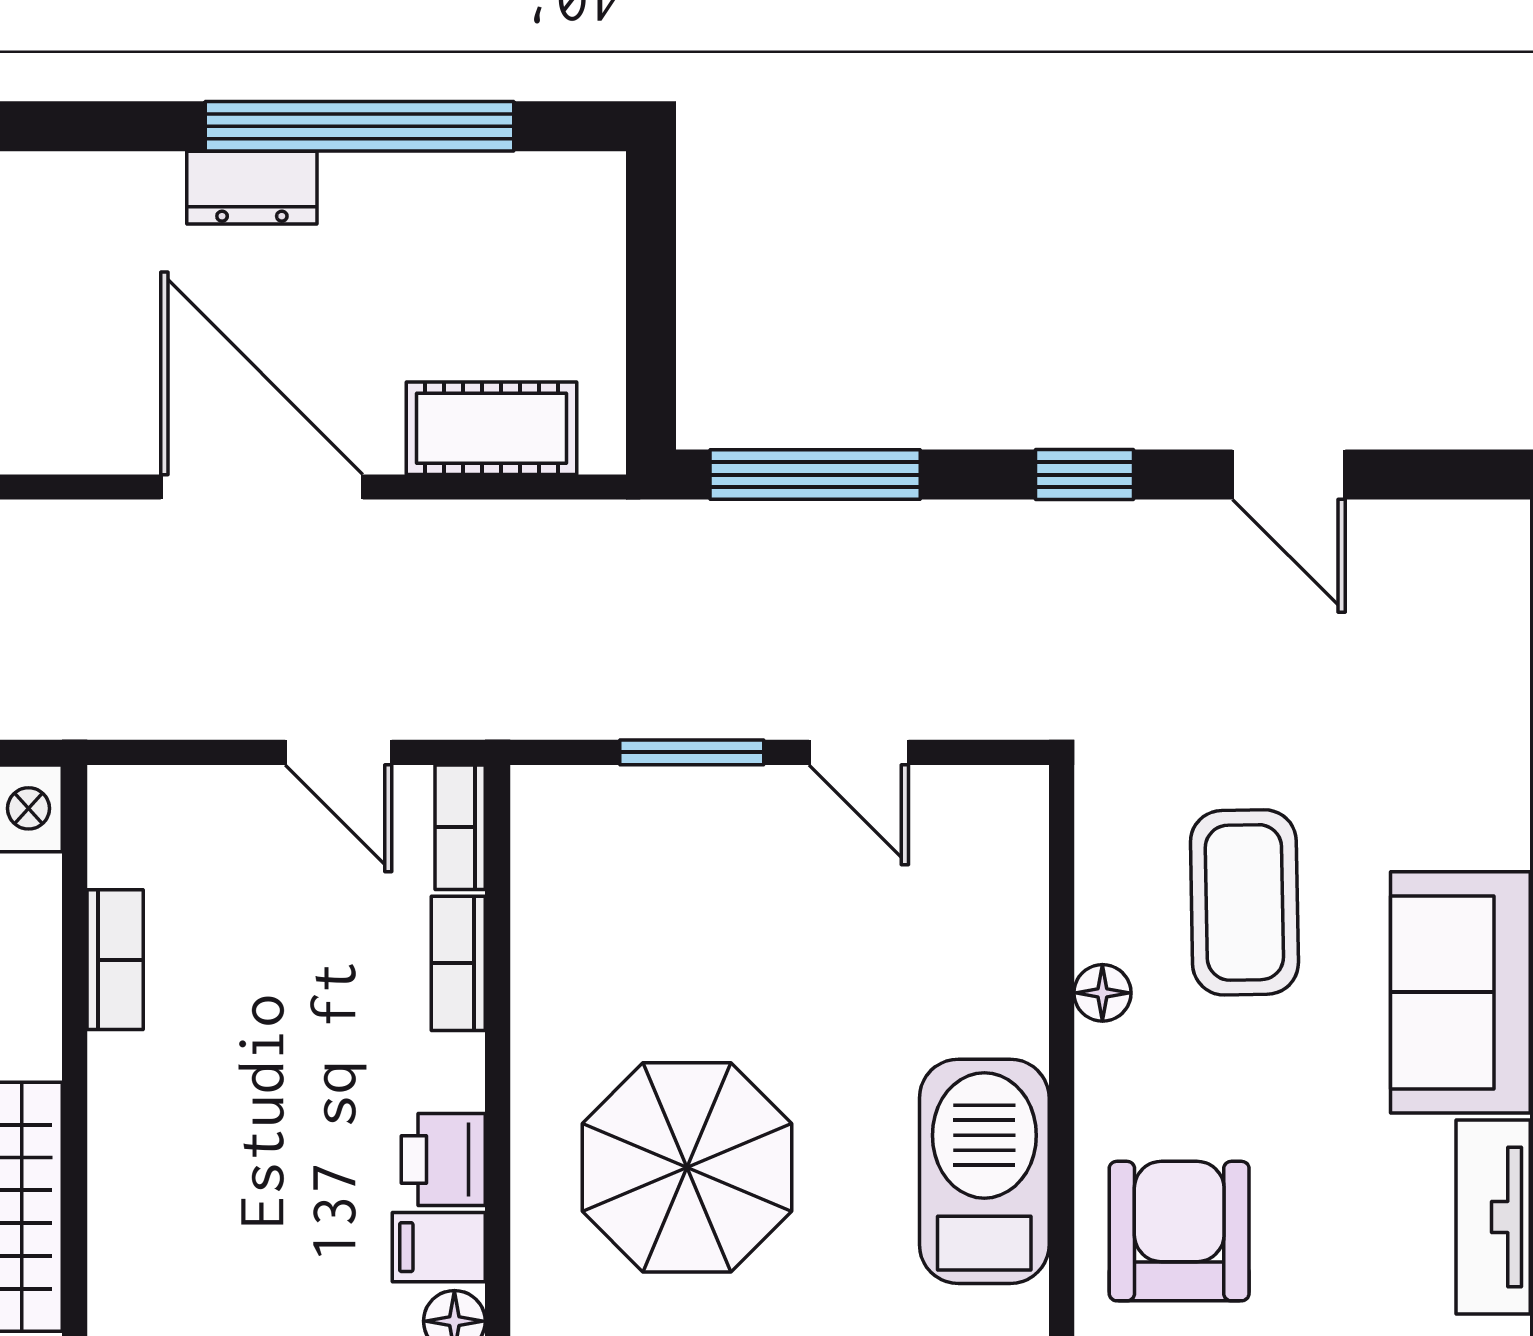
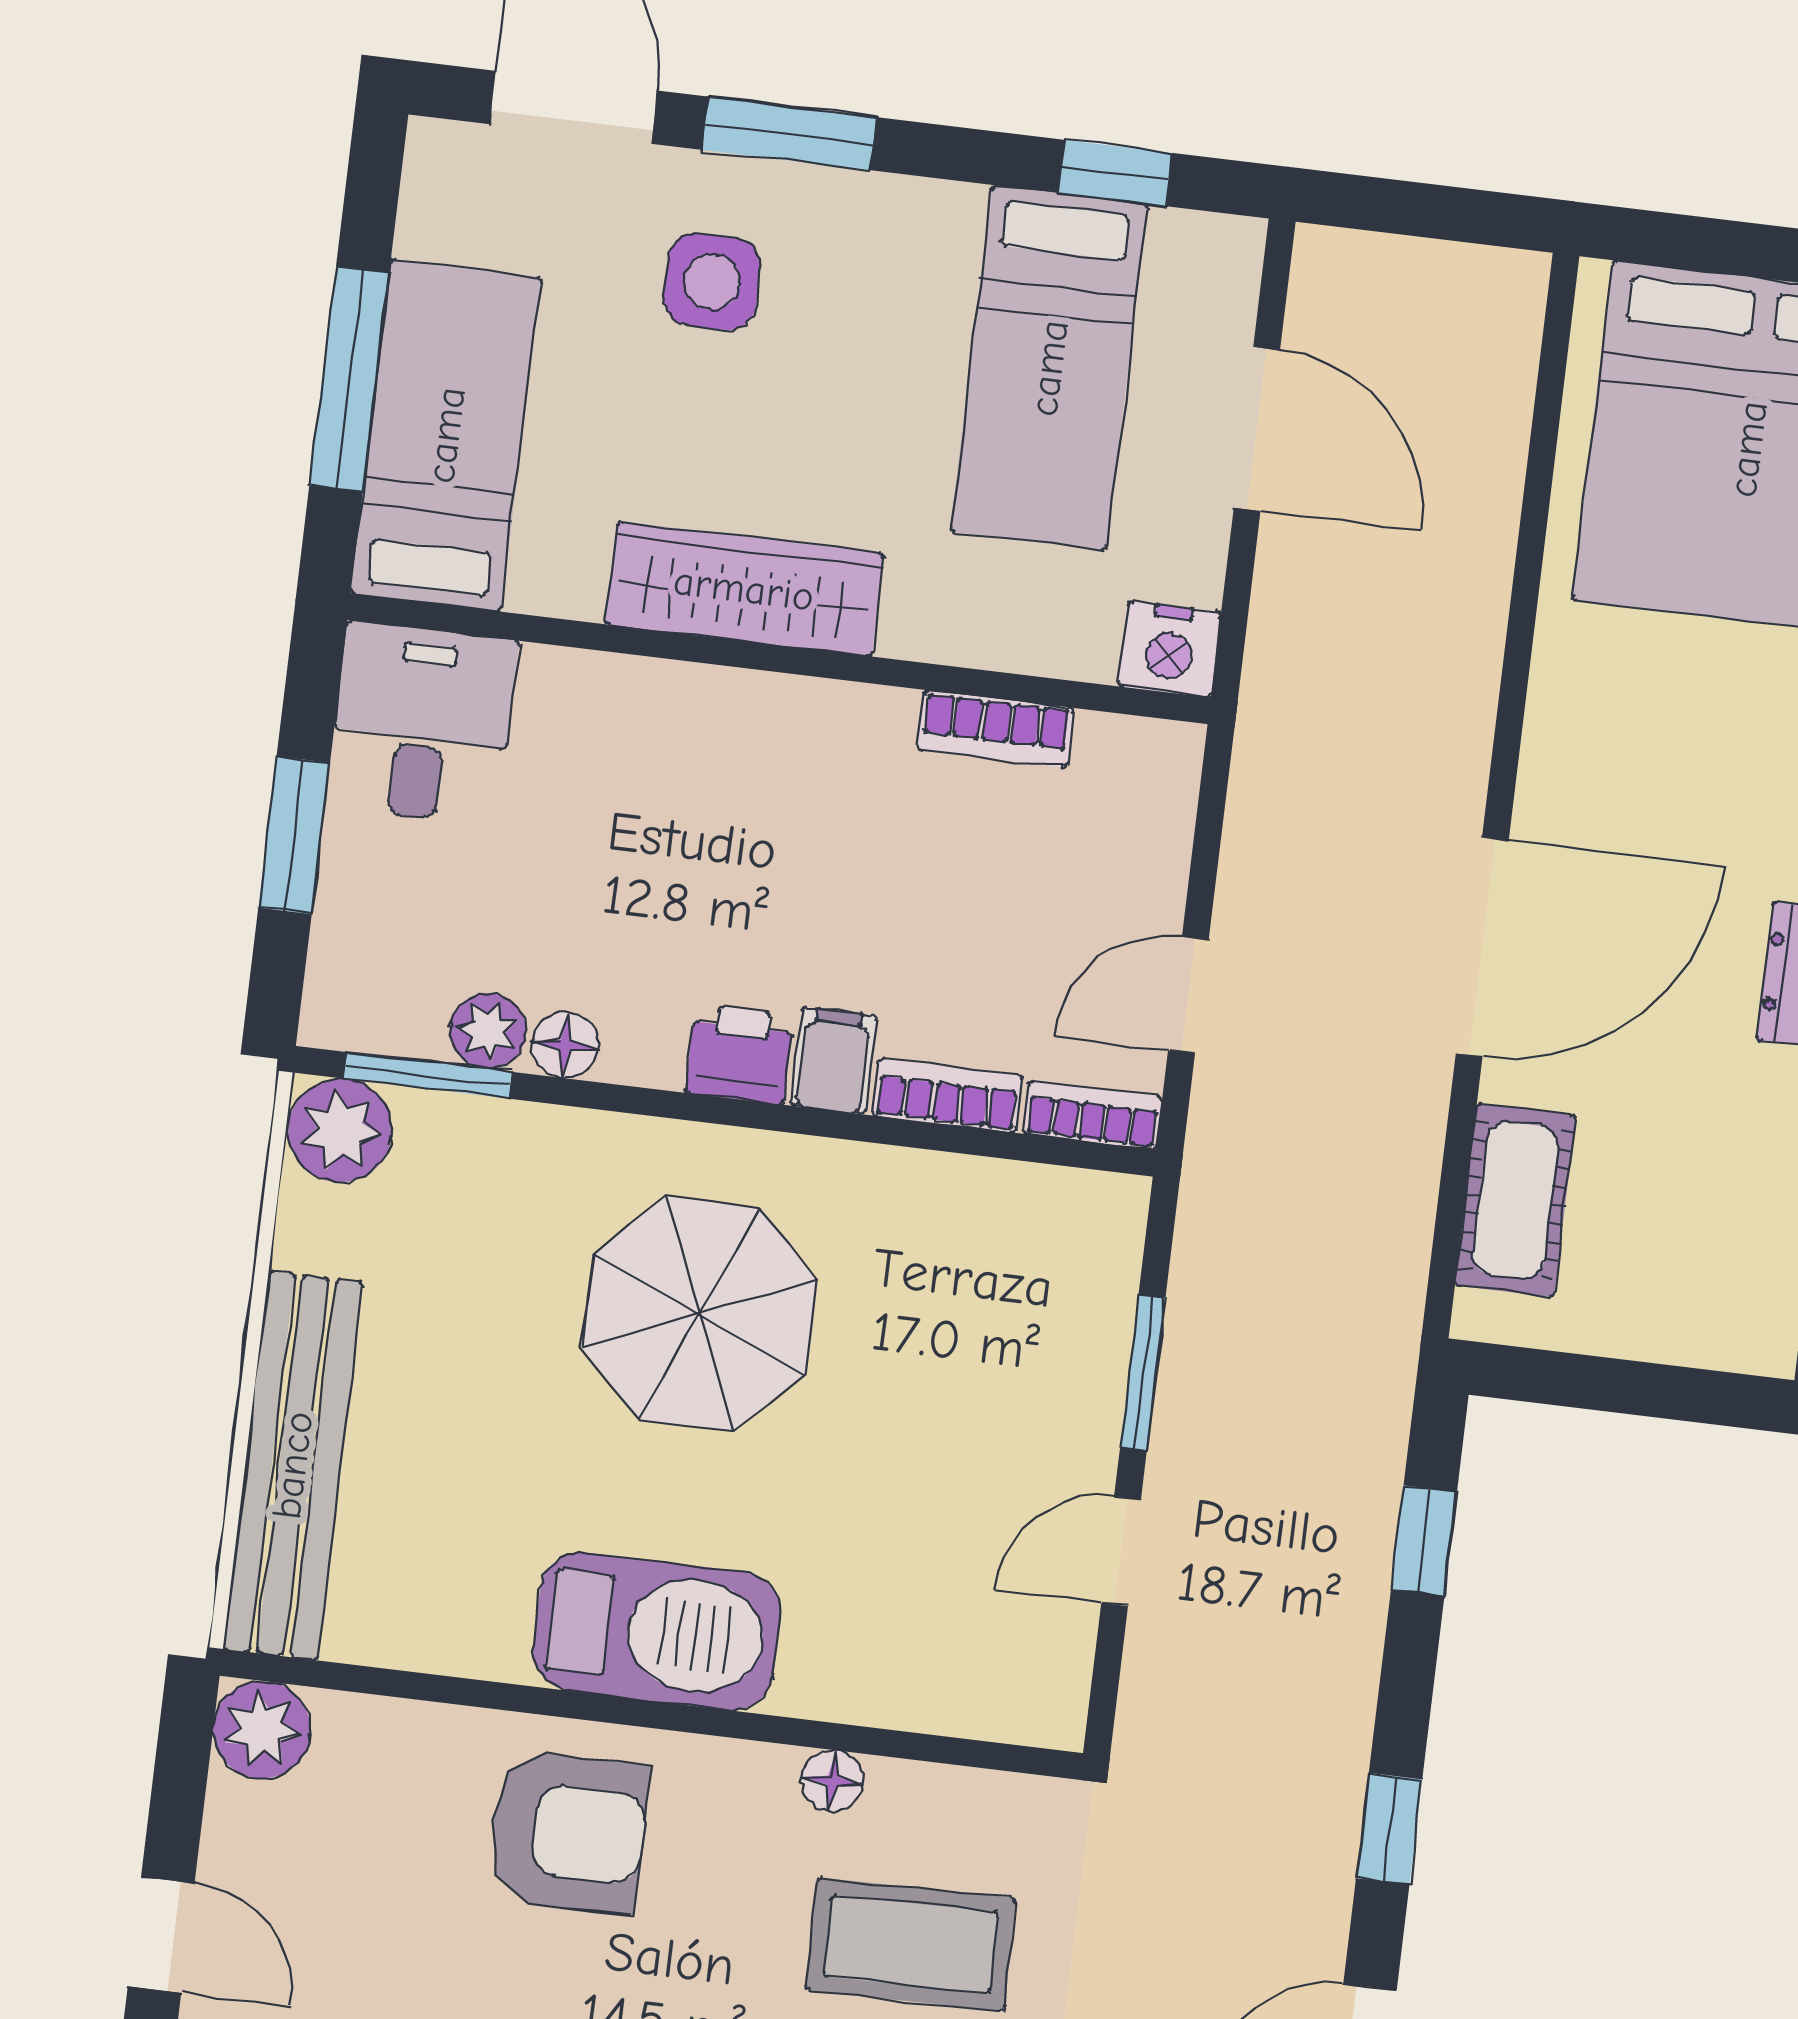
window: (815, 475) -> (1424, 1540), width x0.46
filing cabinet: (439, 1247) -> (834, 1061), moved

